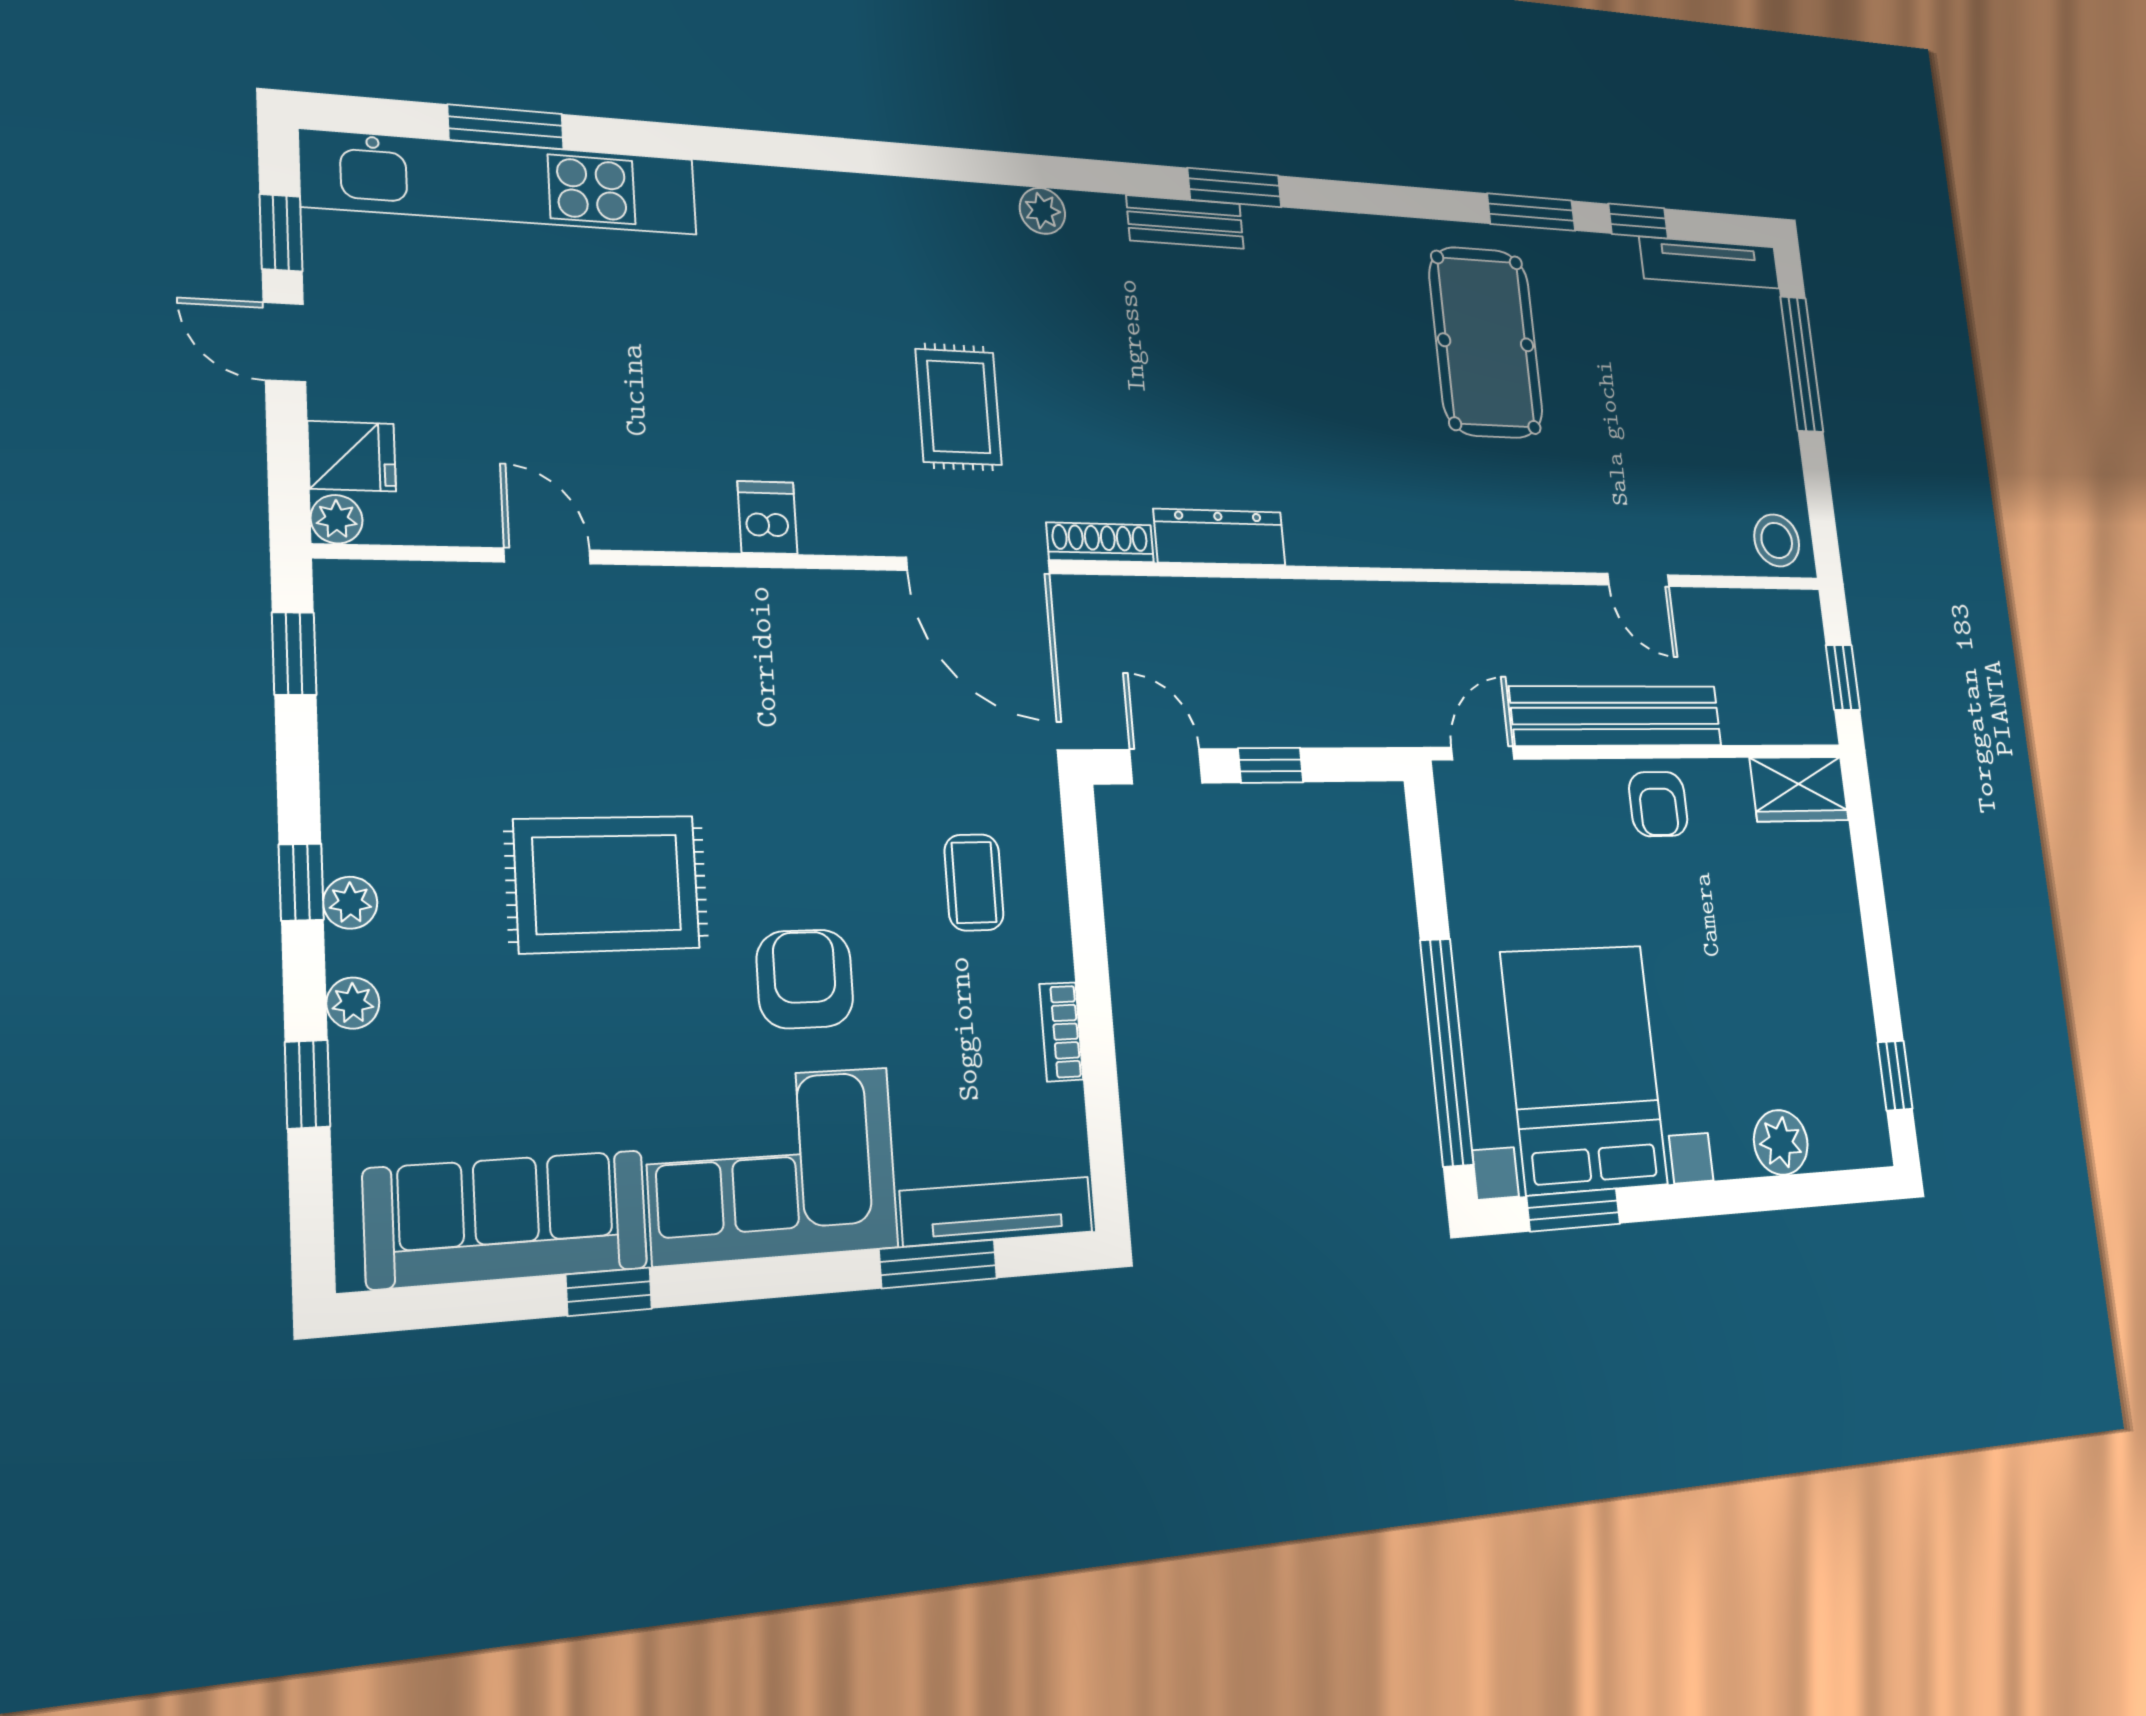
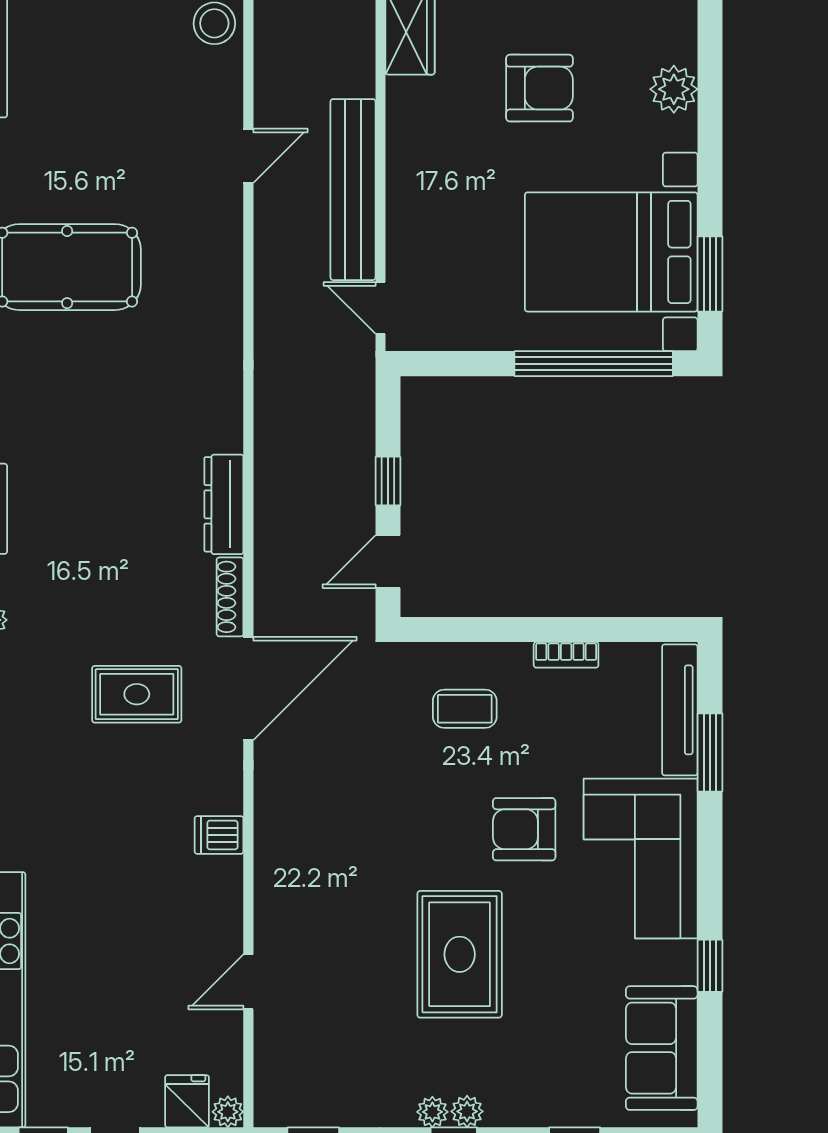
armchair: (1658, 804) -> (539, 88), moved, width x1.38, depth x1.38
plant: (353, 1003) -> (432, 1112), moved
sofa: (507, 1219) -> (662, 1048), width x0.73

